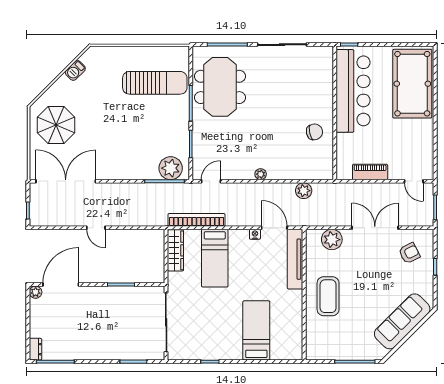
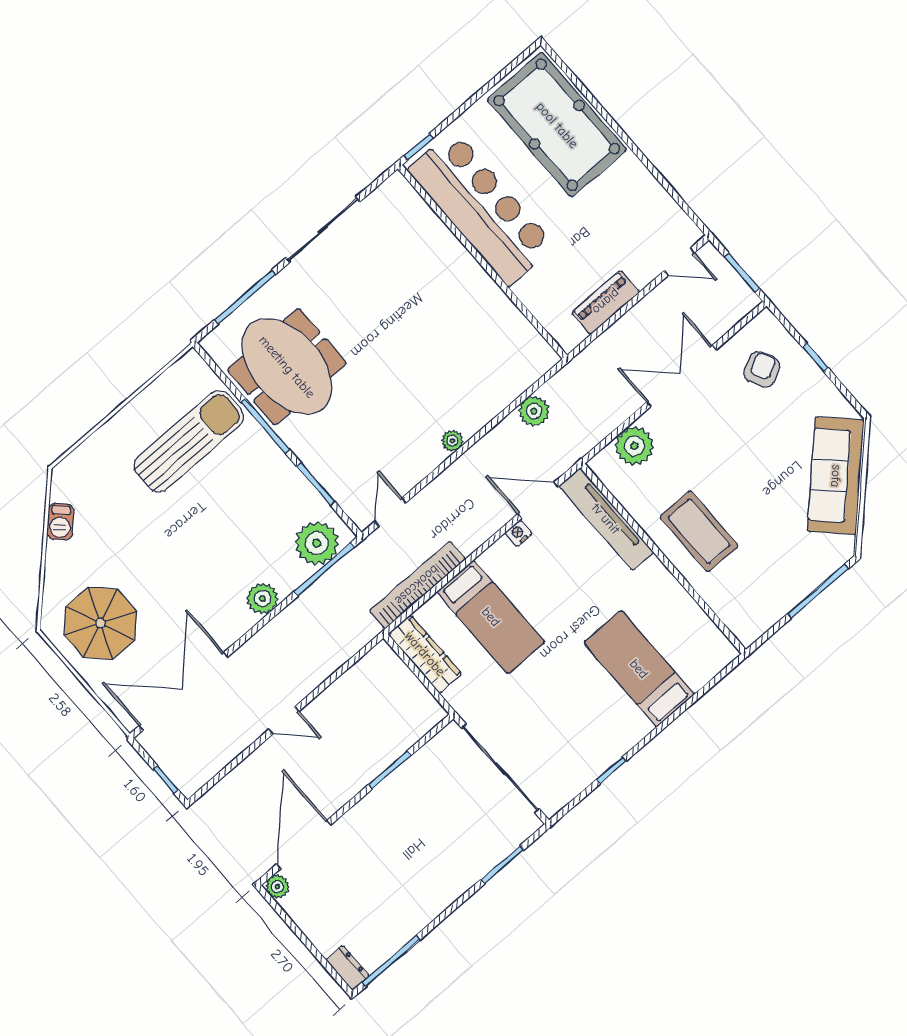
chair: (314, 132) -> (477, 314), removed
plant: (130, 172) -> (262, 599), added

